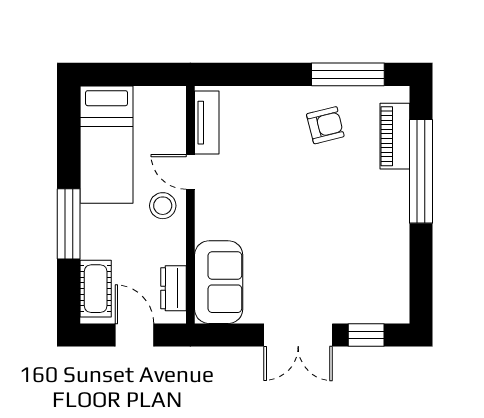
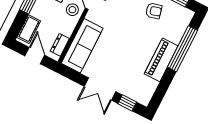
piano: (395, 136) -> (161, 60), moved, width x1.37, depth x1.33
sofa: (219, 282) -> (82, 46), width x1.36

